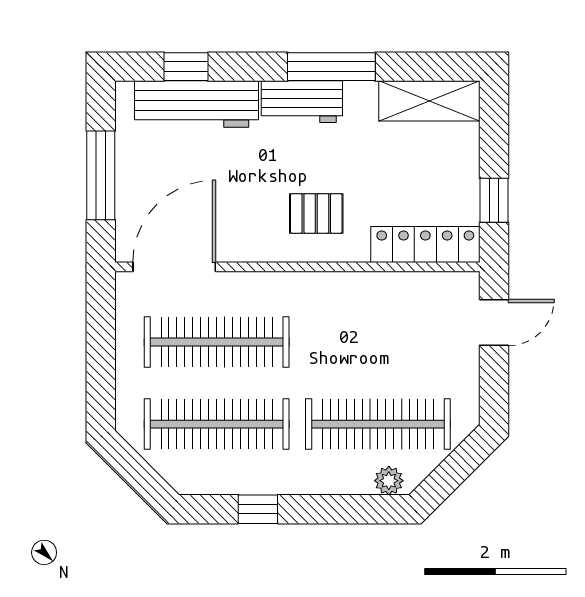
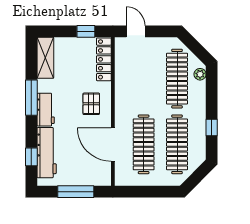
door: (174, 267) -> (113, 145), moved

